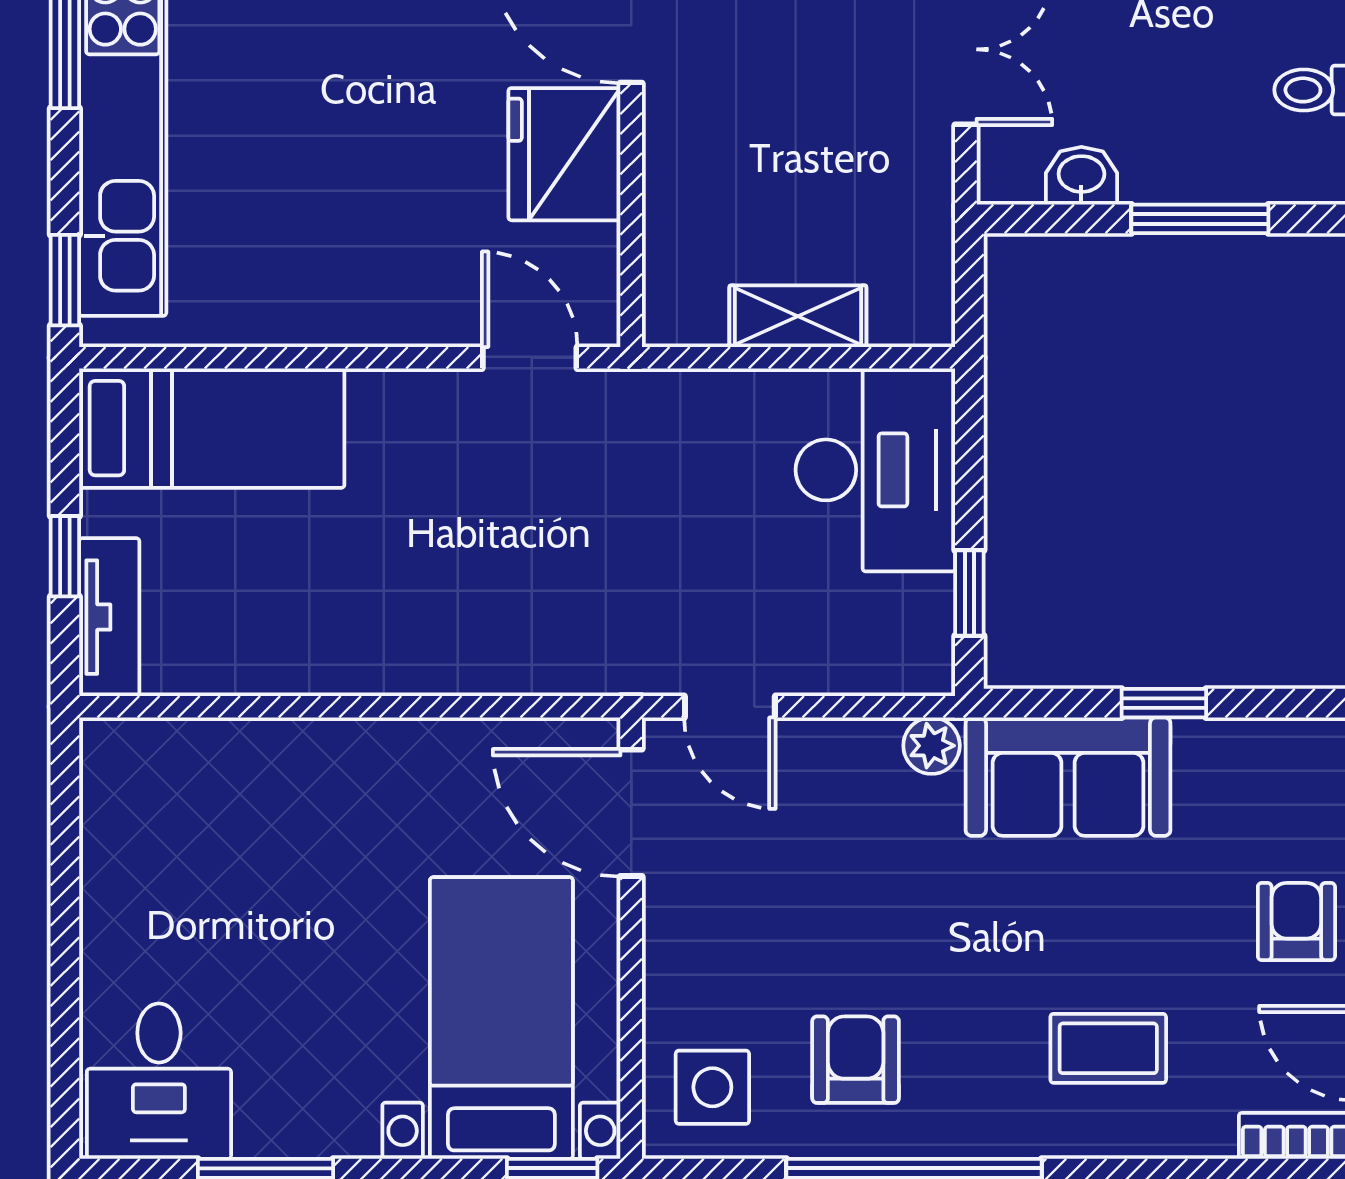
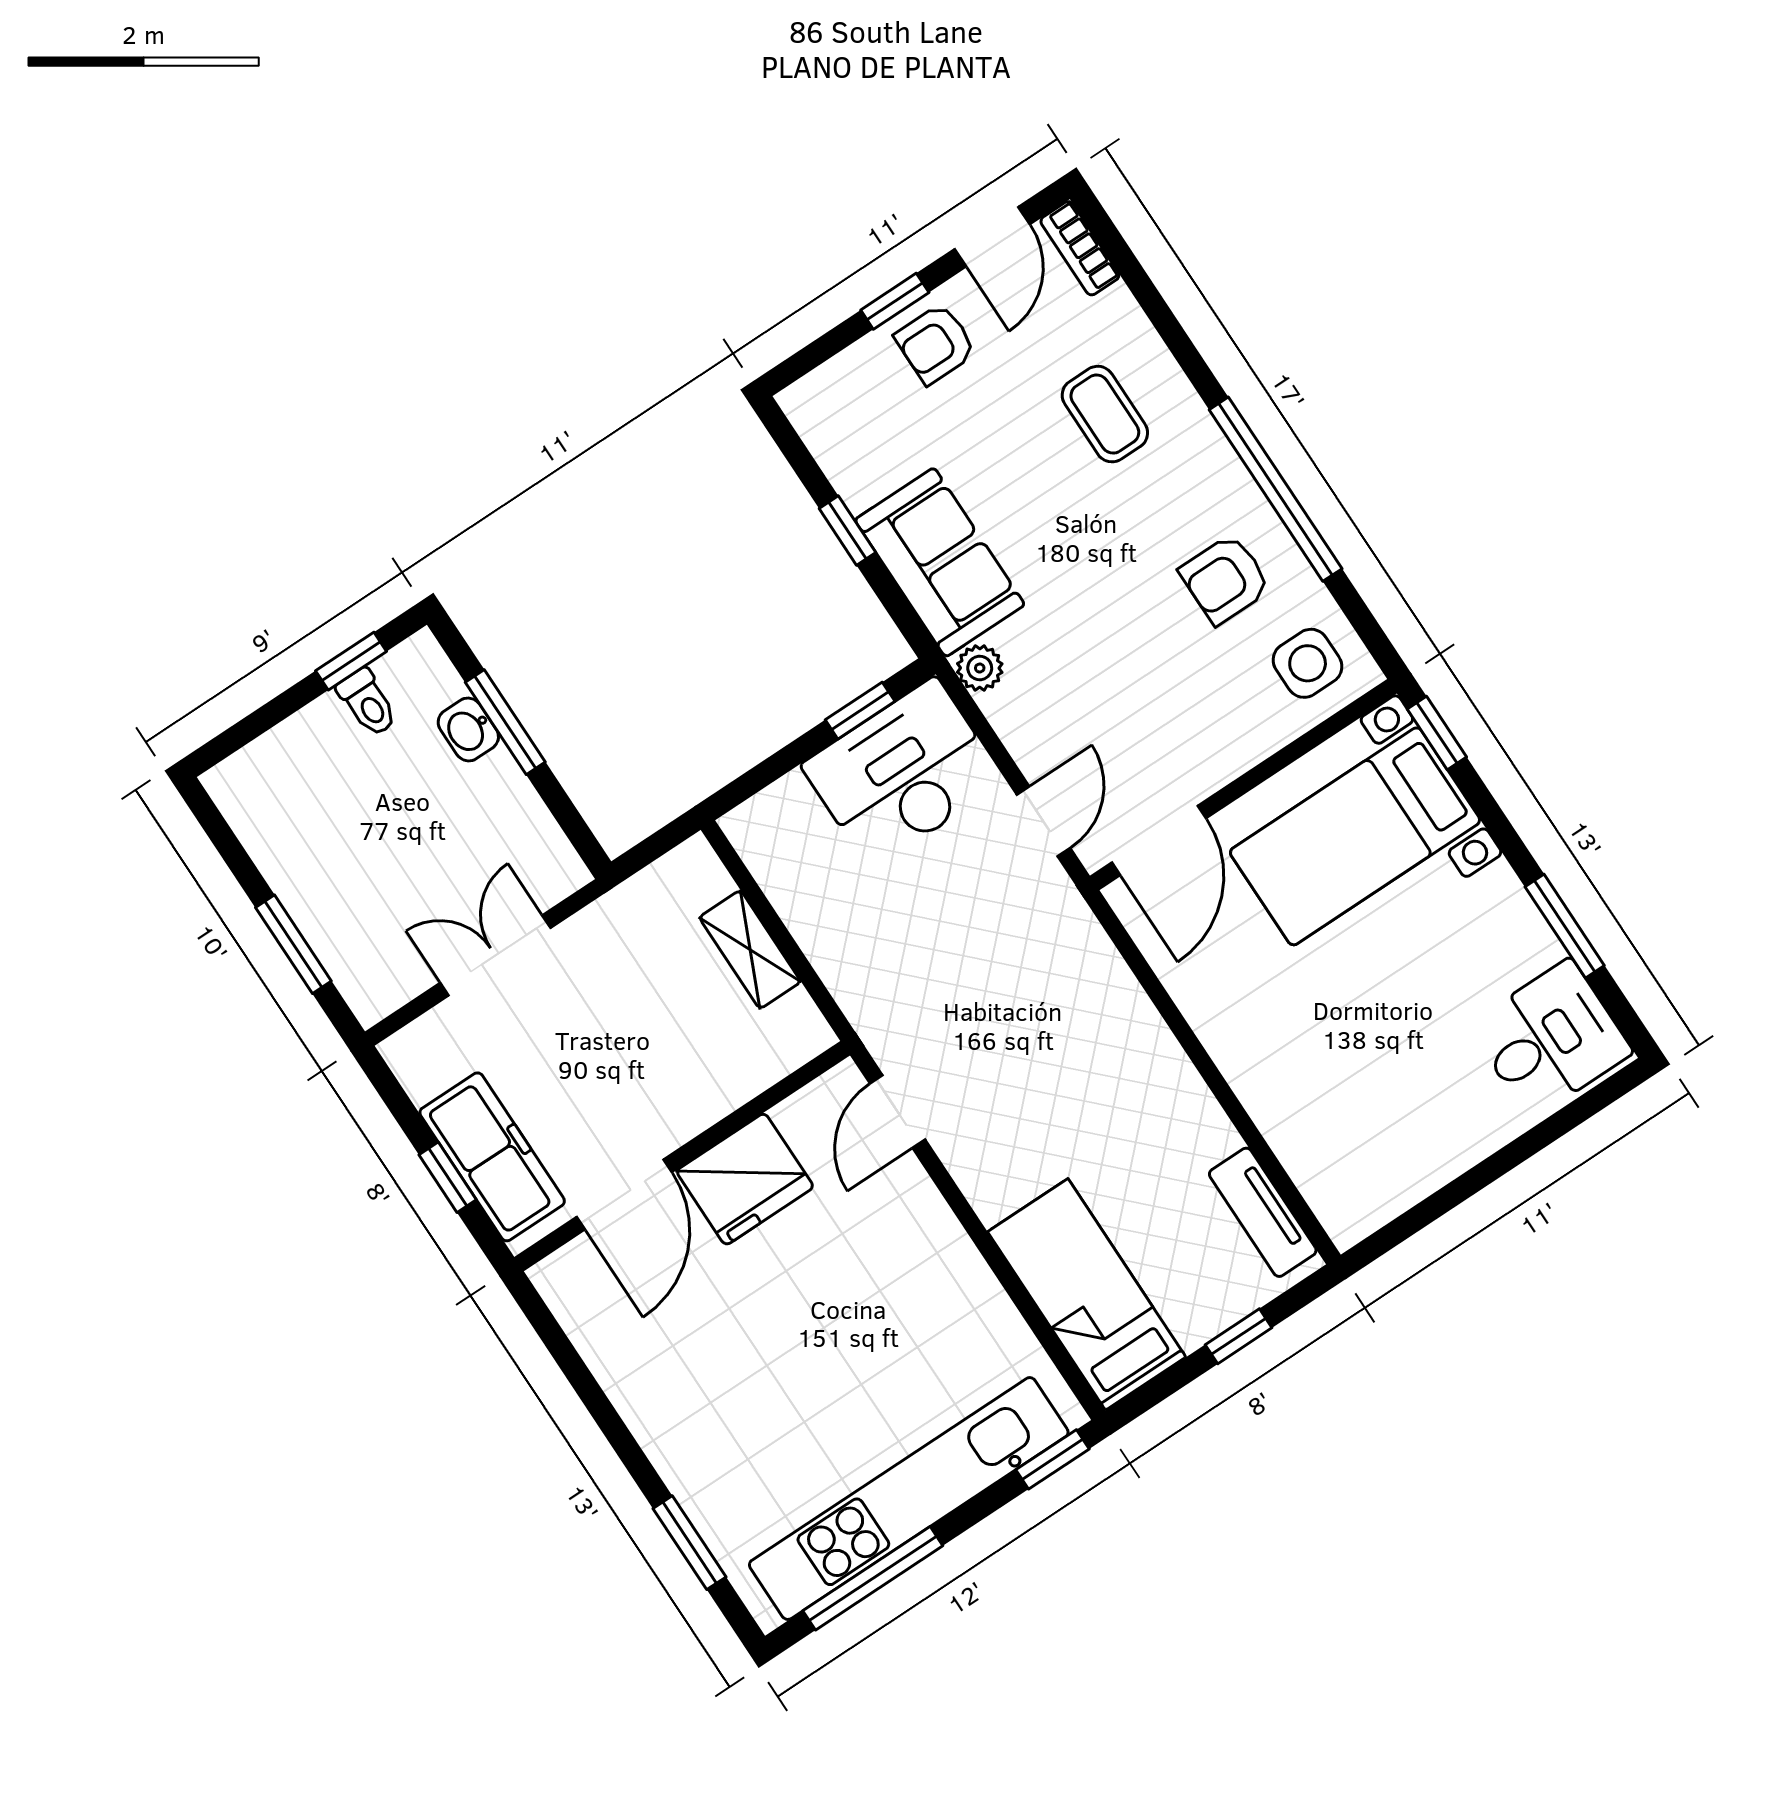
washbasin: (1081, 176) -> (468, 729), moved
desk: (875, 470) -> (903, 773), moved
tv unit: (109, 617) -> (1263, 1212), moved, turned -90

